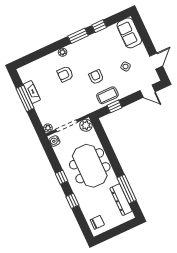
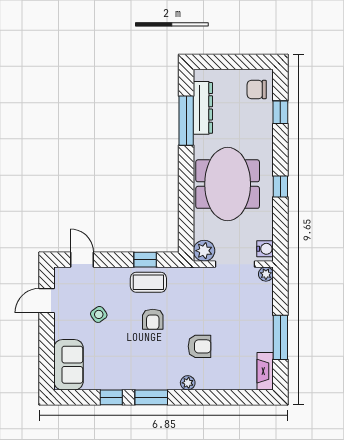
fireplace: (32, 92) -> (265, 371), moved
window: (72, 201) -> (280, 112), moved

